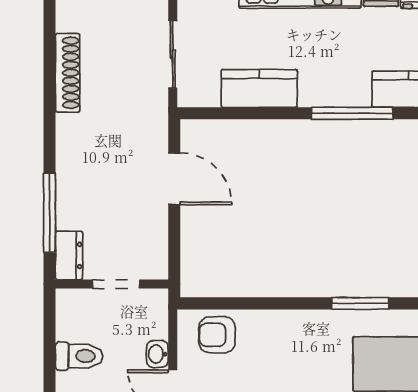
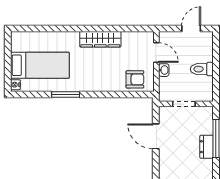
door: (174, 179) -> (156, 136), moved
dresser: (69, 255) -> (207, 147), moved

